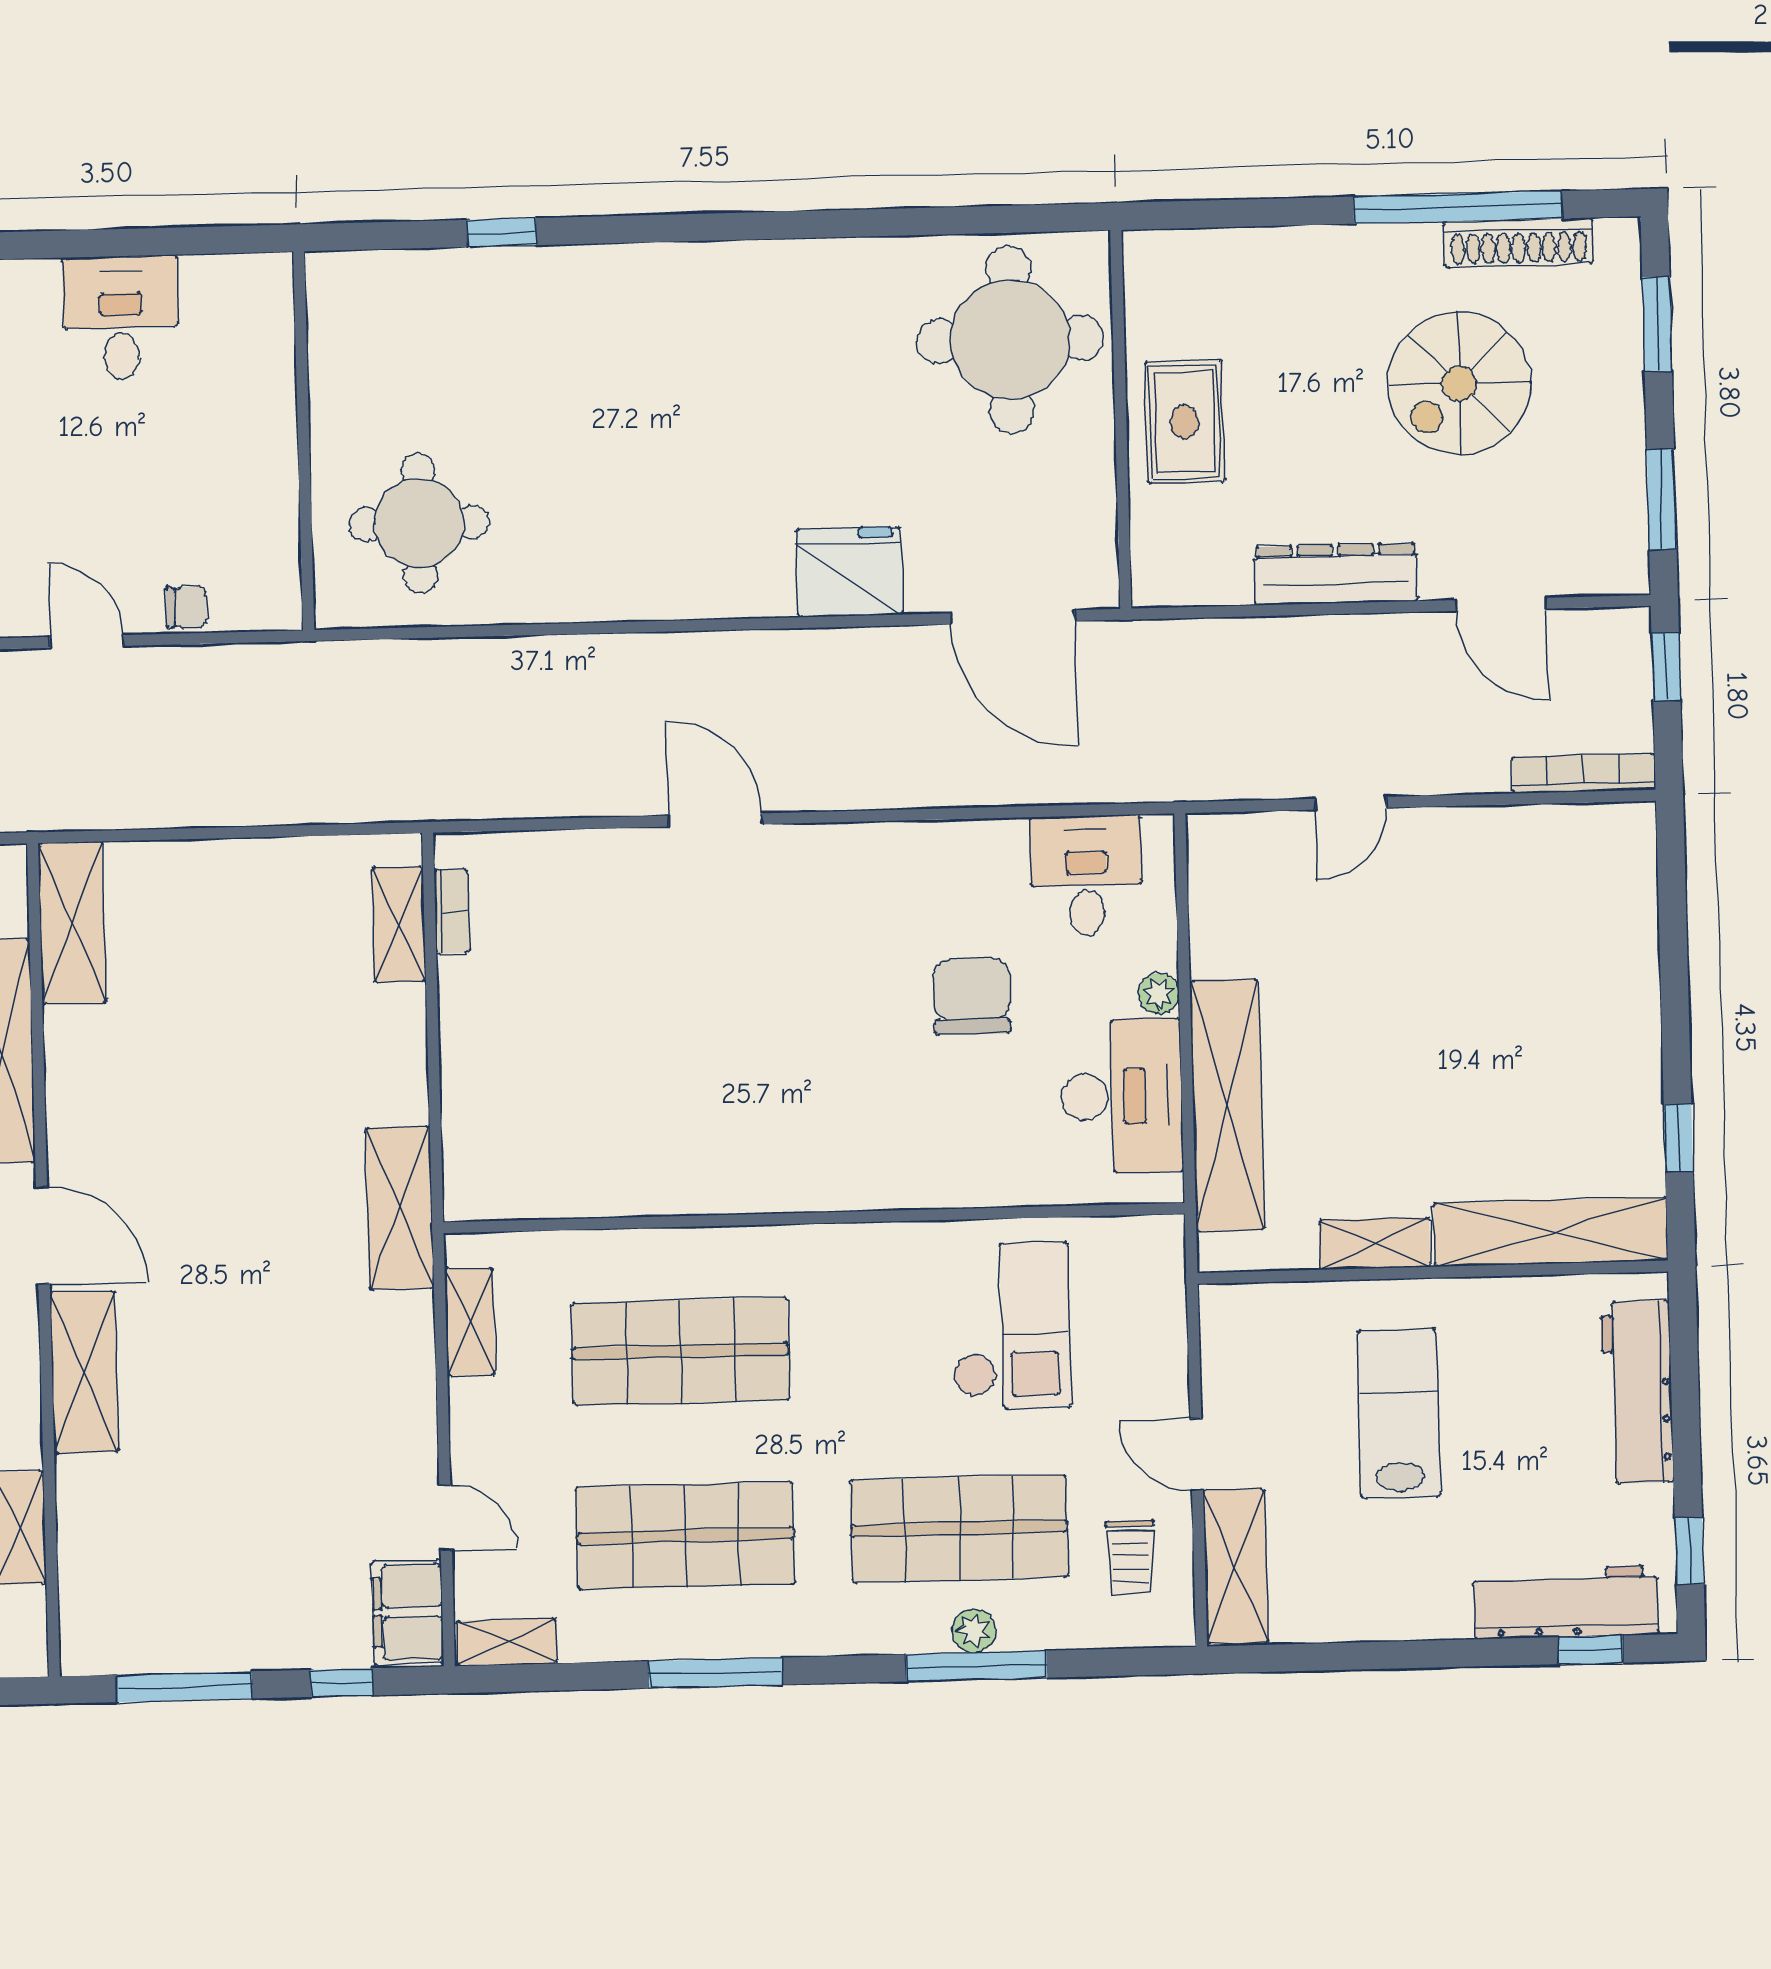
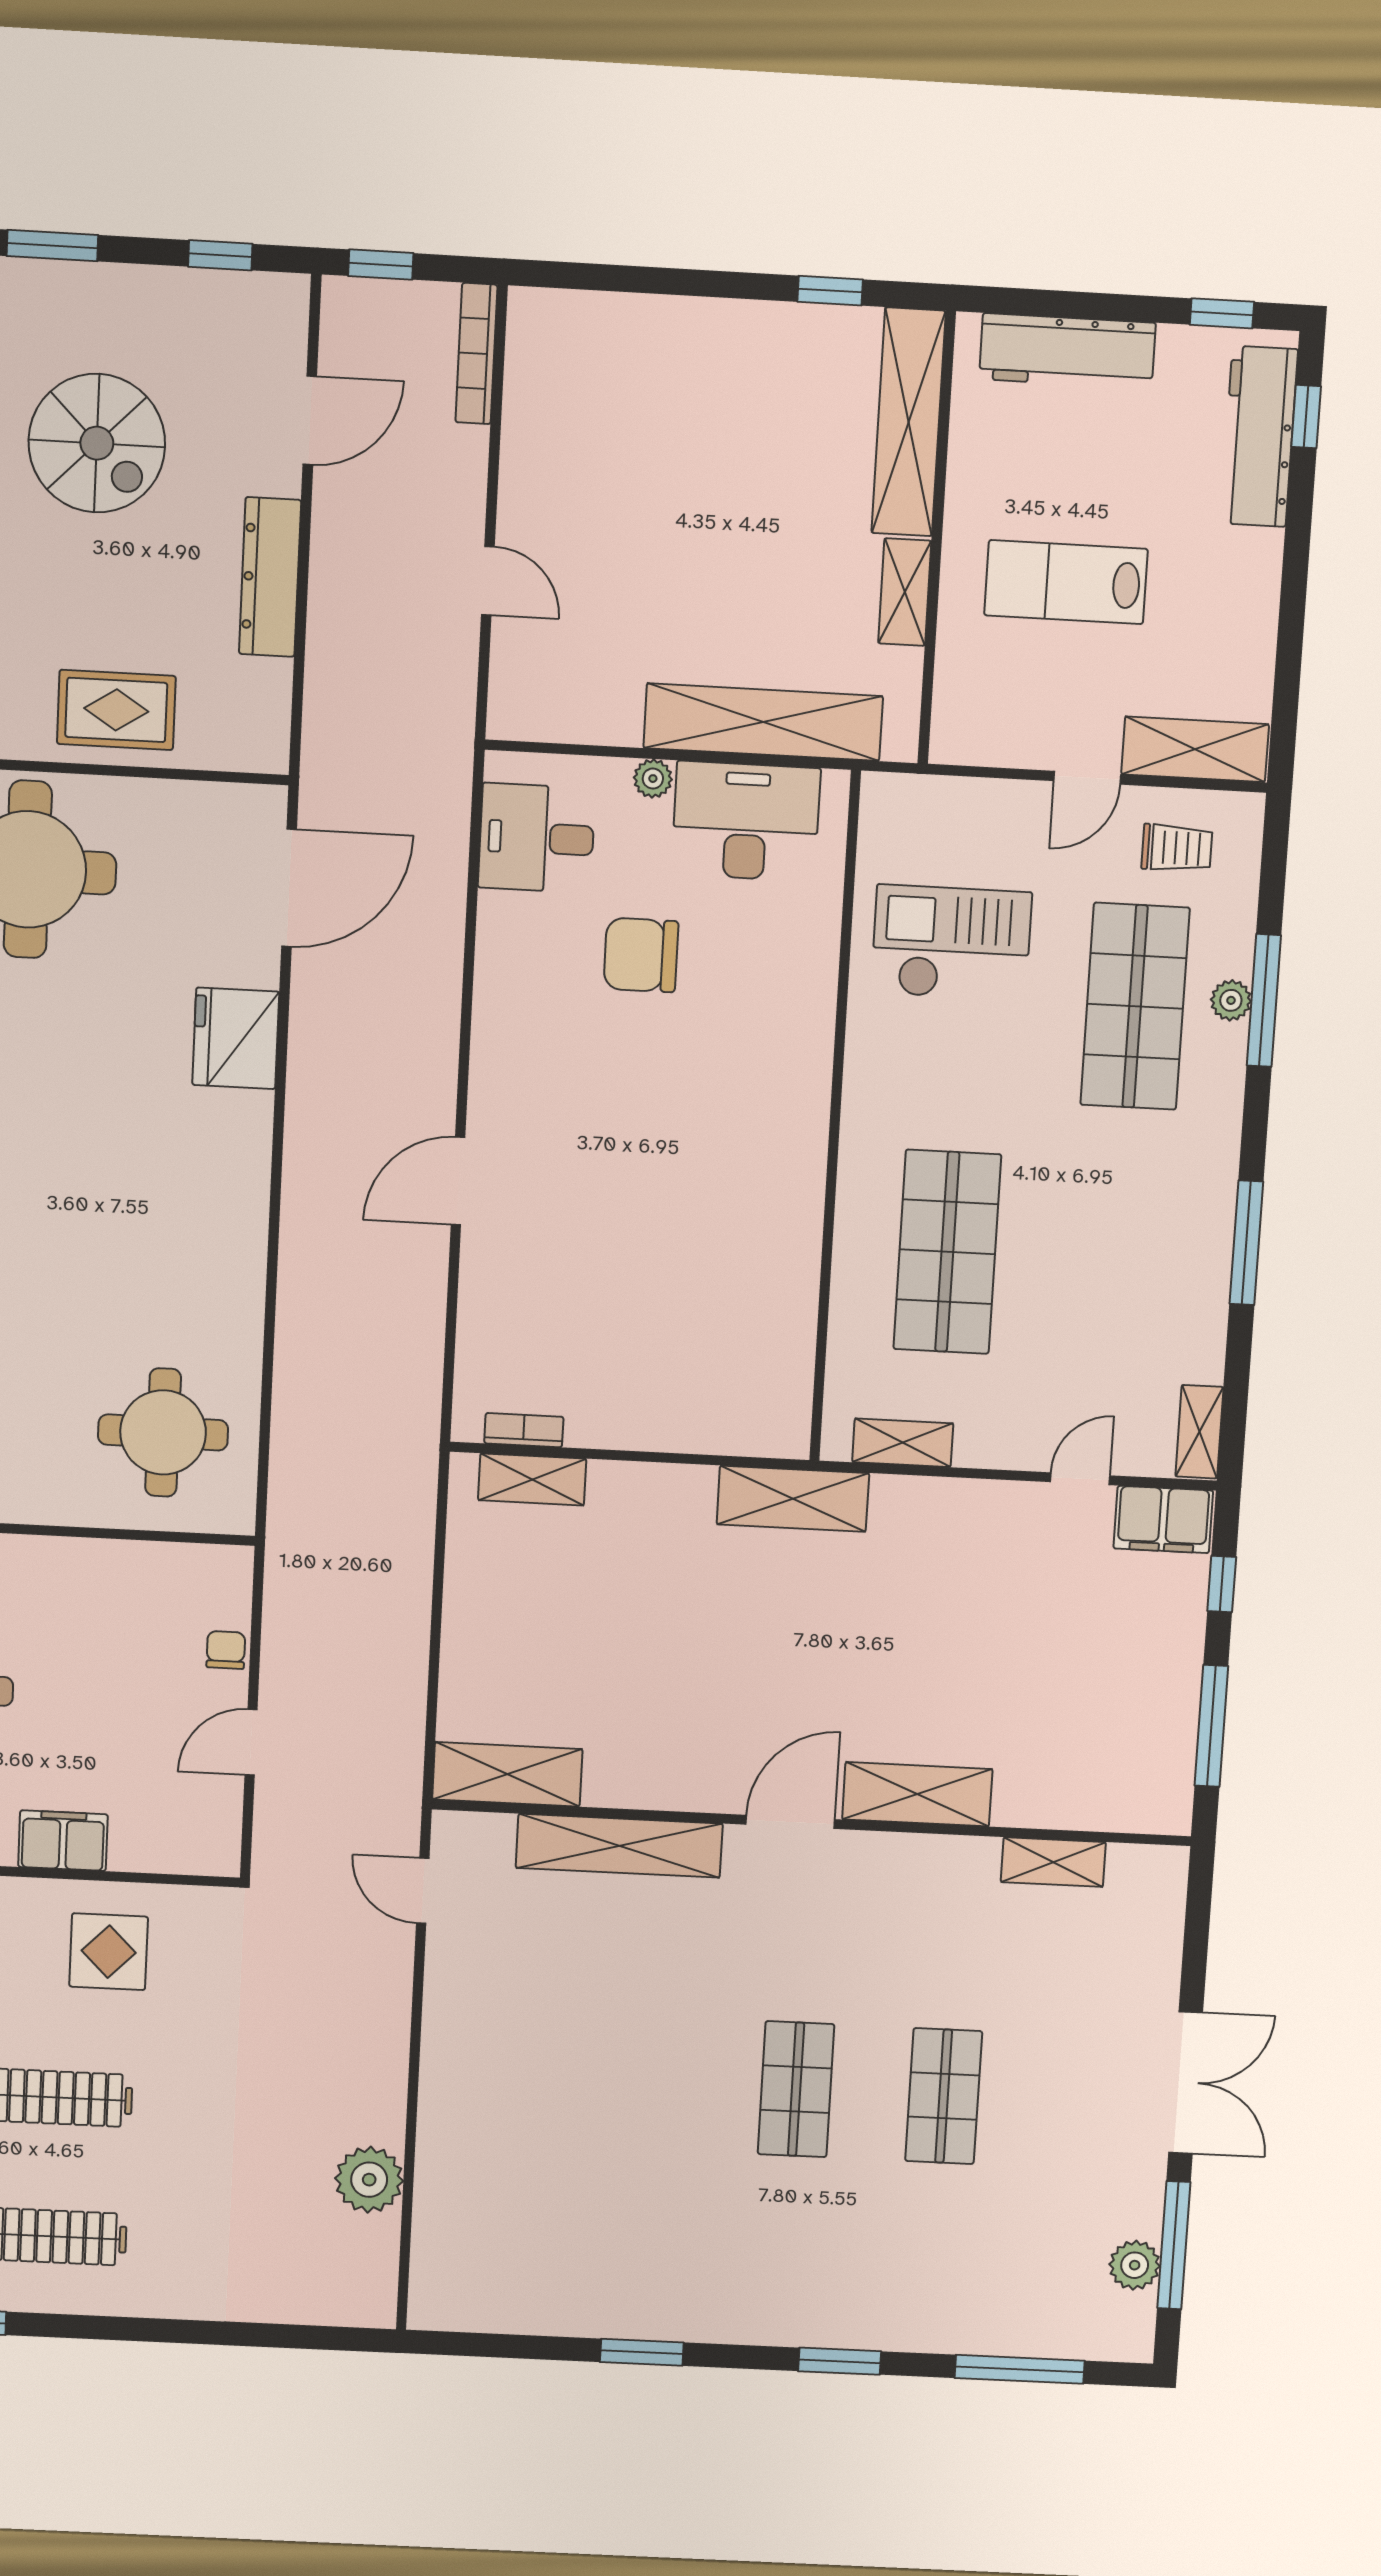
window: (1662, 499) -> (220, 255), width x0.67
shop shelf: (685, 1536) -> (1118, 1261), removed

